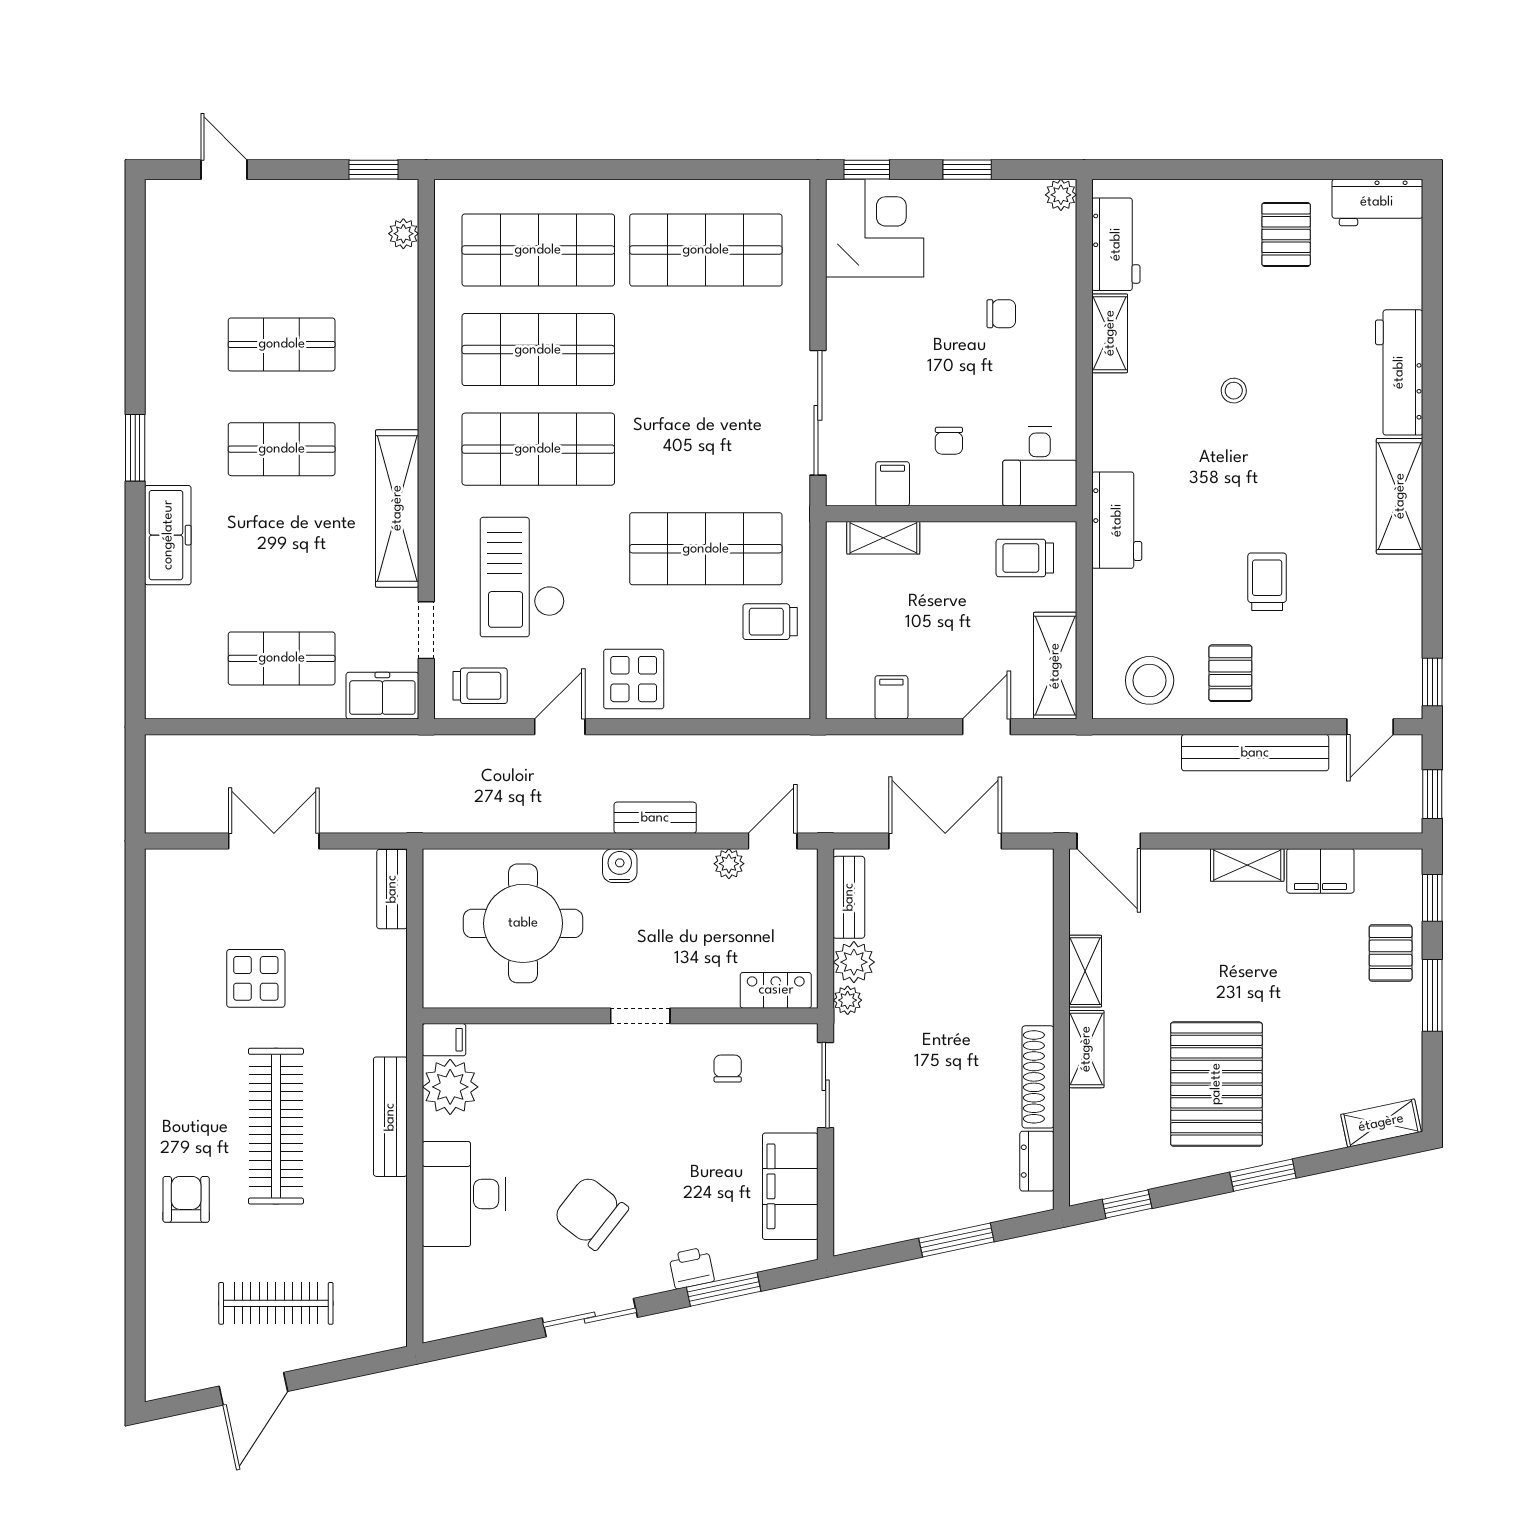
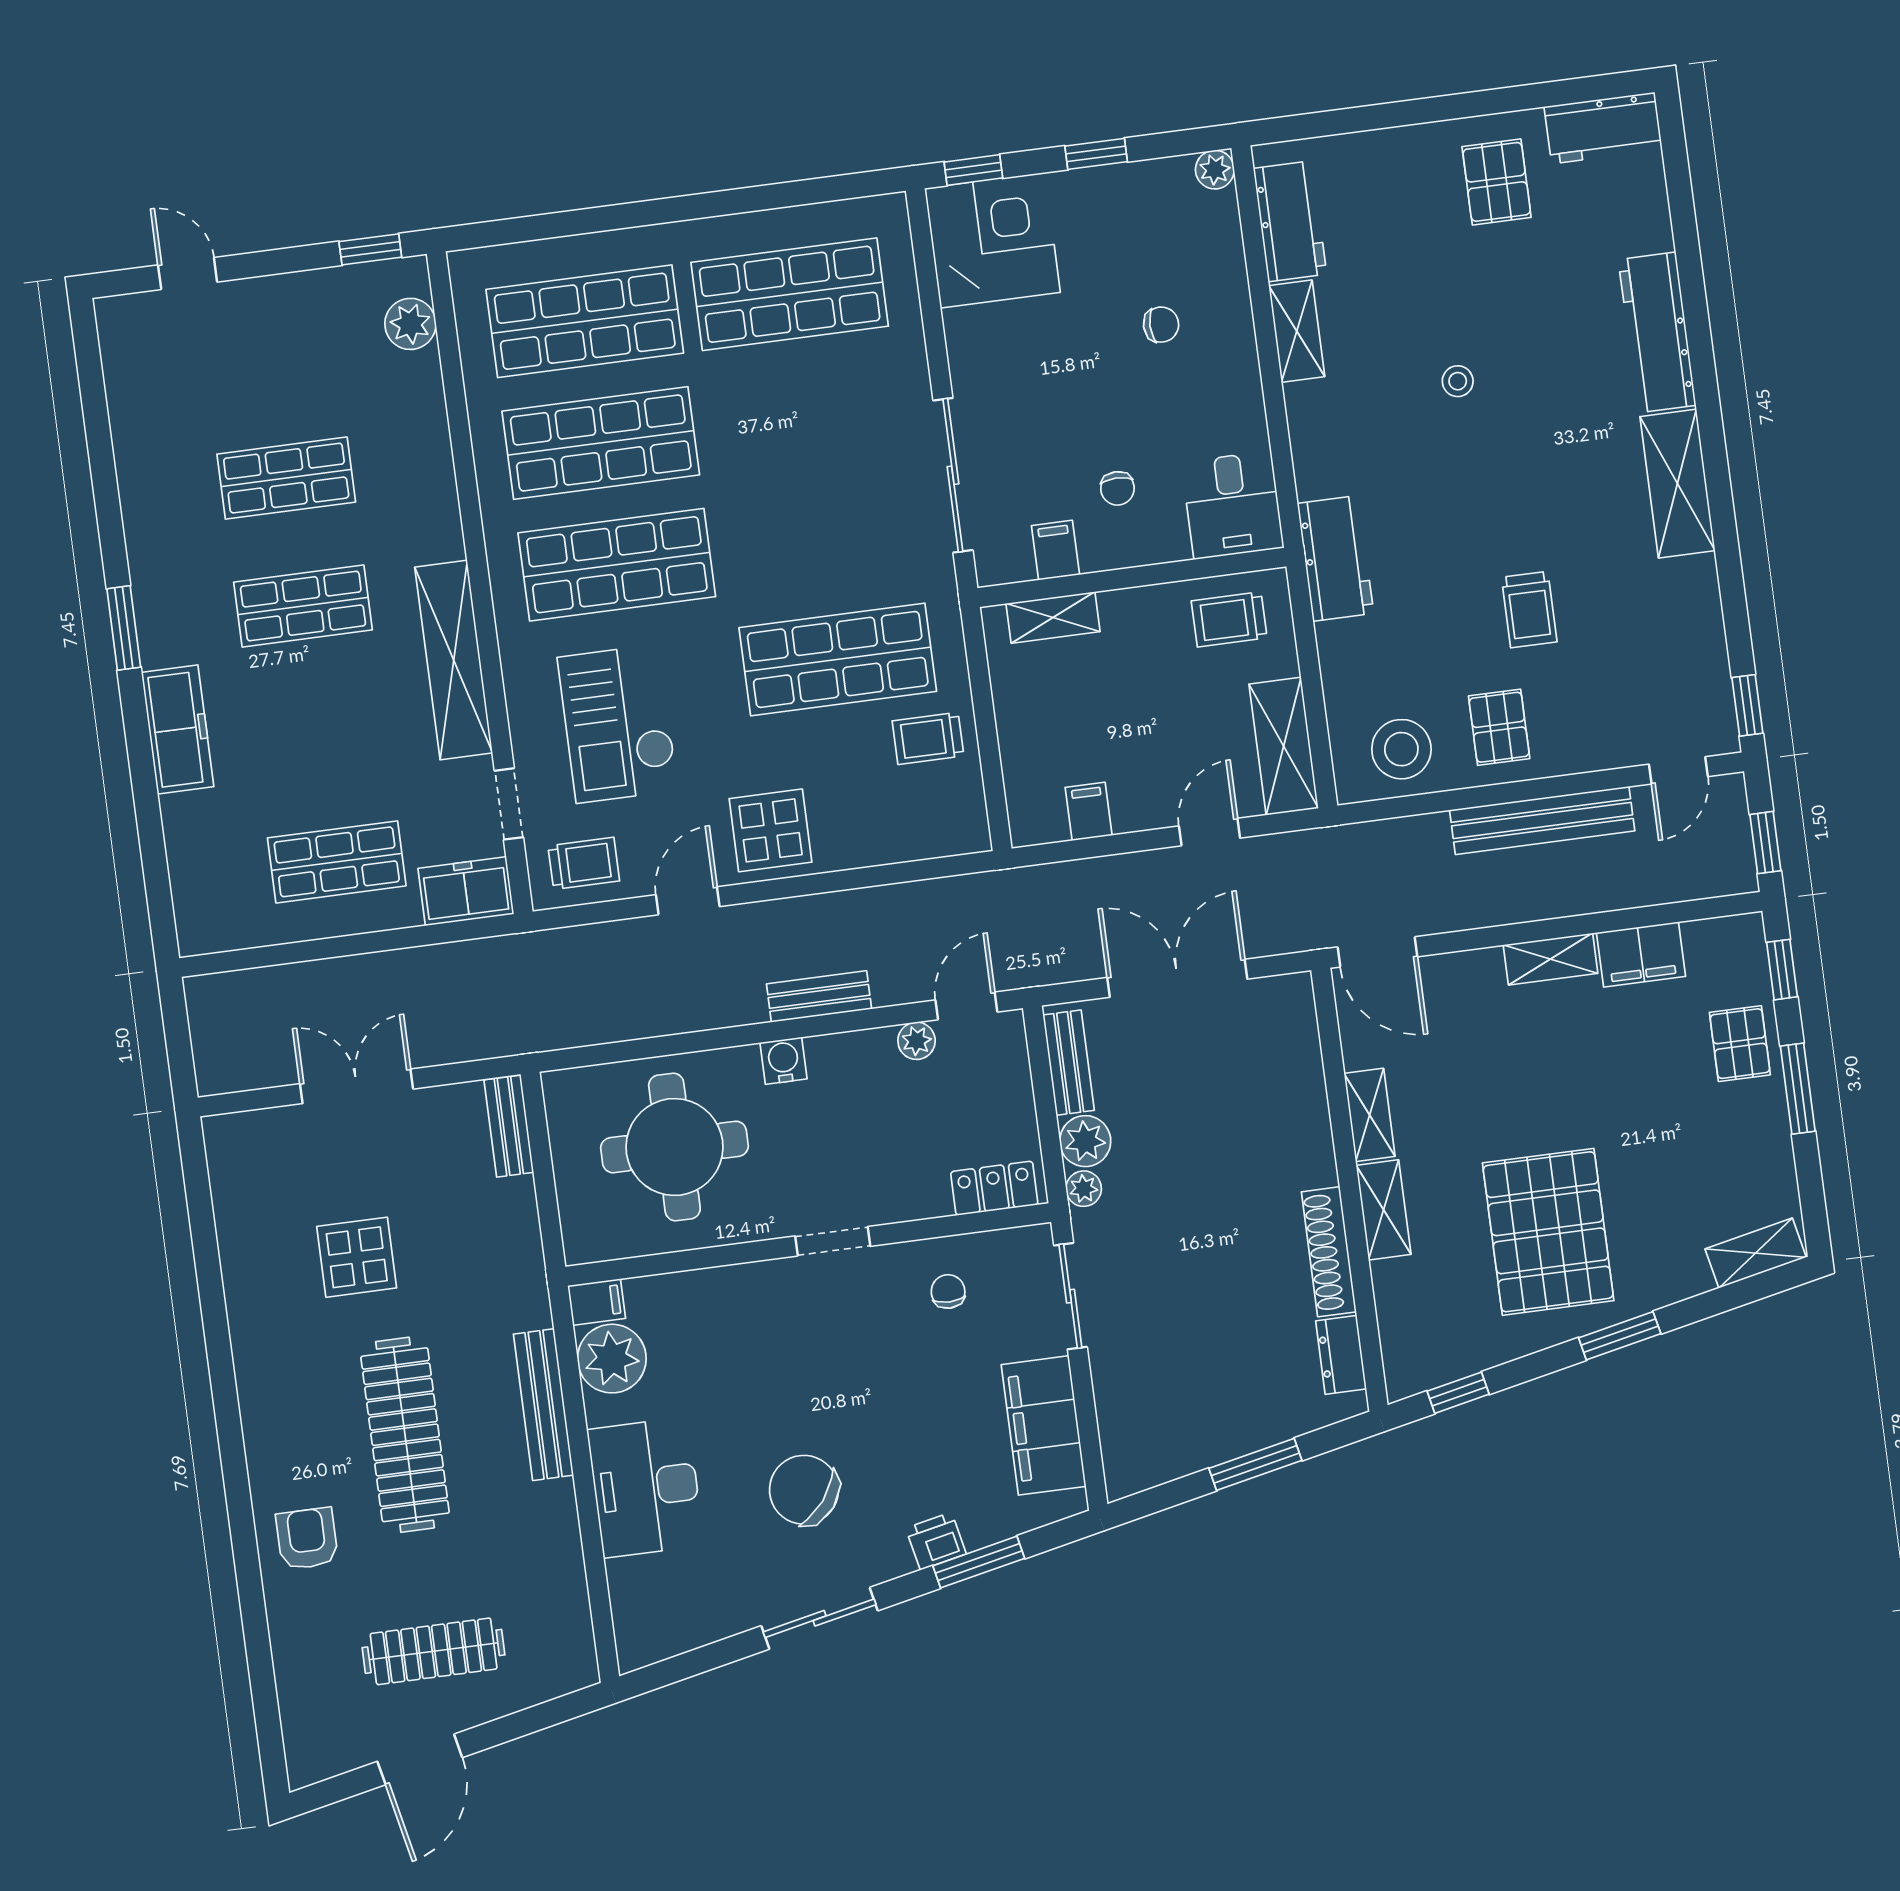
plant: (403, 234) -> (410, 324), width x1.38, depth x1.38
trolley: (1267, 582) -> (1529, 610), turned 180

